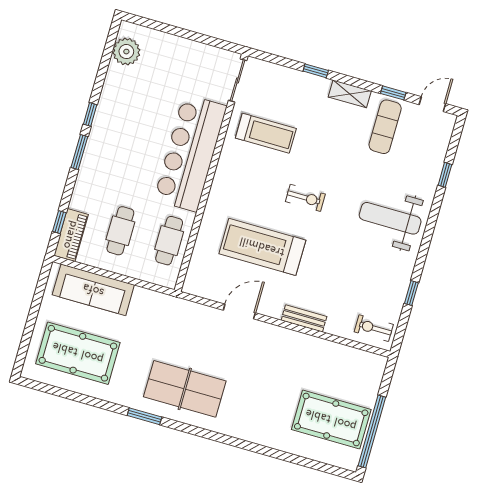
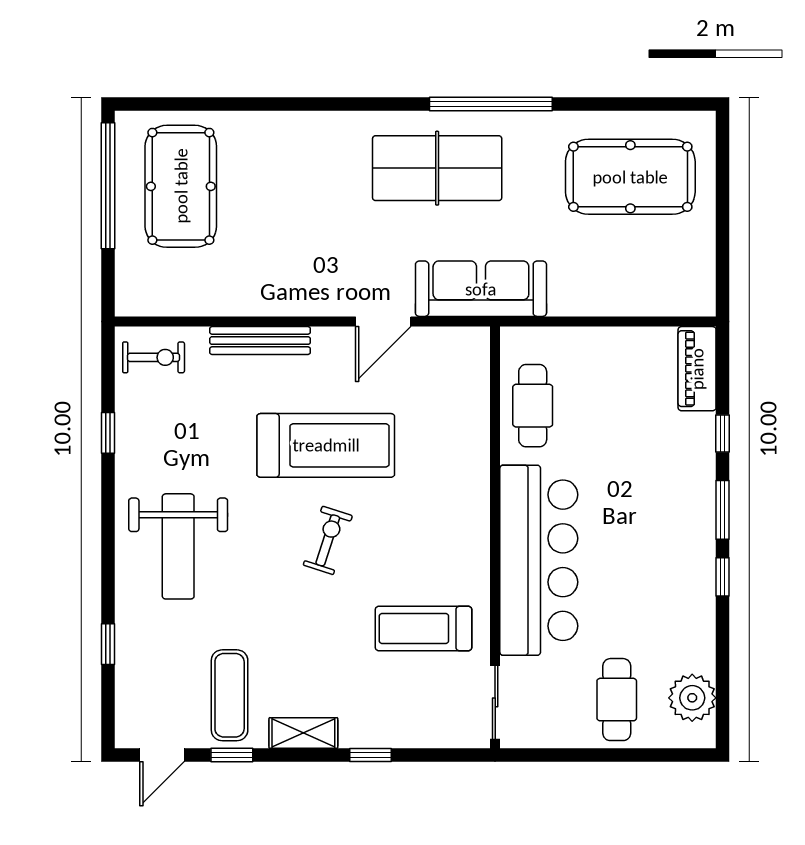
exercise bike: (305, 198) -> (328, 540), turned 108
weight bench: (390, 218) -> (178, 546), turned 90
window: (59, 222) -> (723, 433), moved
cafe table: (120, 231) -> (617, 700), moved
treadmill: (262, 247) -> (326, 445), moved
sofa: (93, 290) -> (481, 289), moved
bench: (304, 318) -> (260, 341), width x1.36
window: (144, 416) -> (491, 104), width x2.11
pool table: (331, 420) -> (181, 186), turned 90

